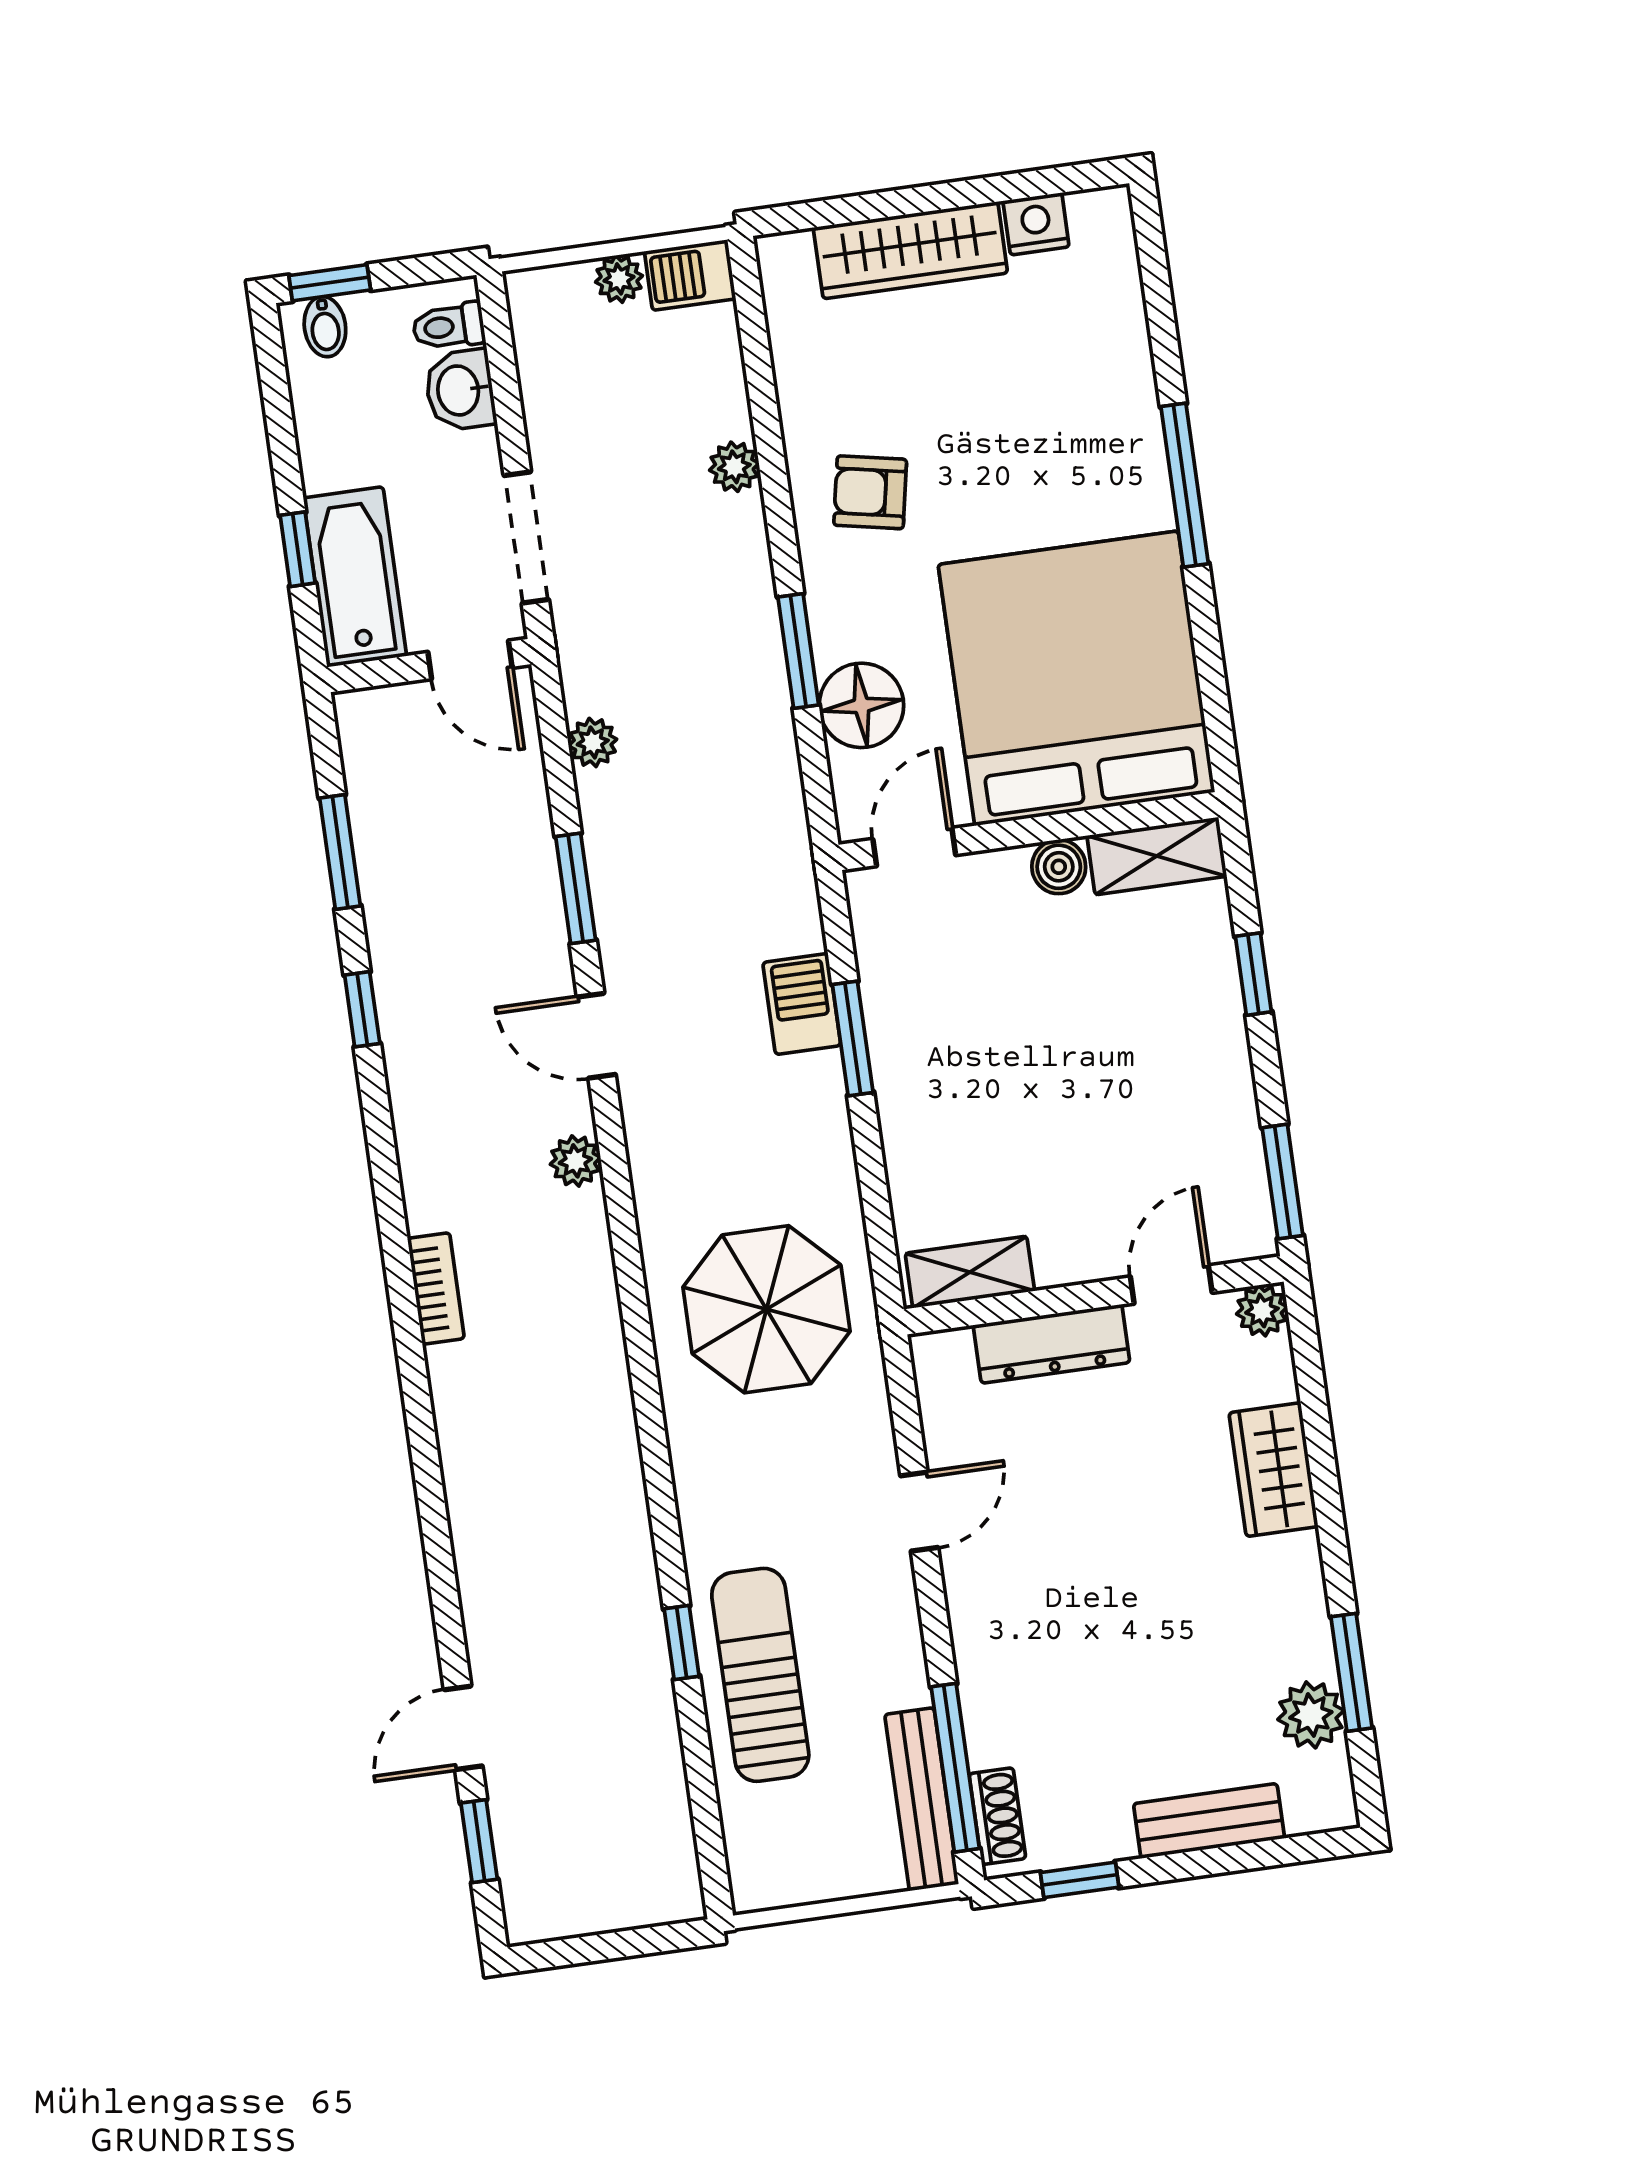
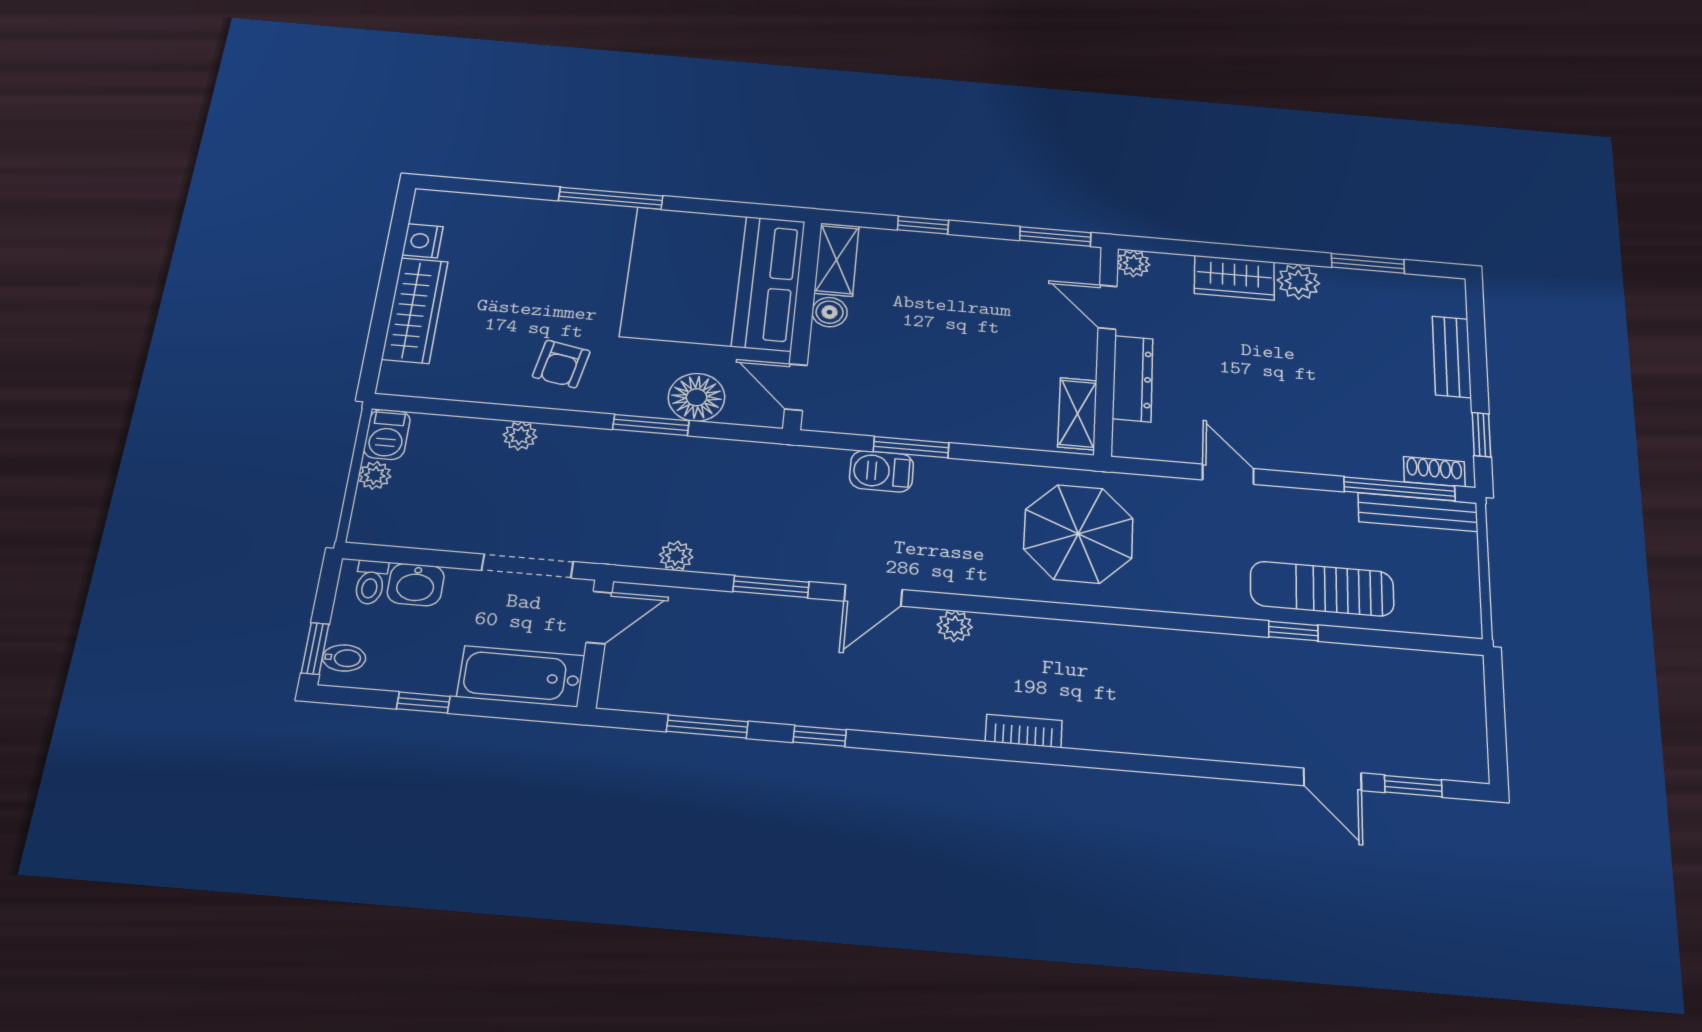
window: (298, 549) -> (423, 703), moved
plant: (1311, 1715) -> (1298, 282), moved

